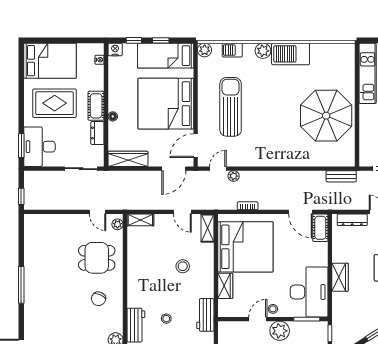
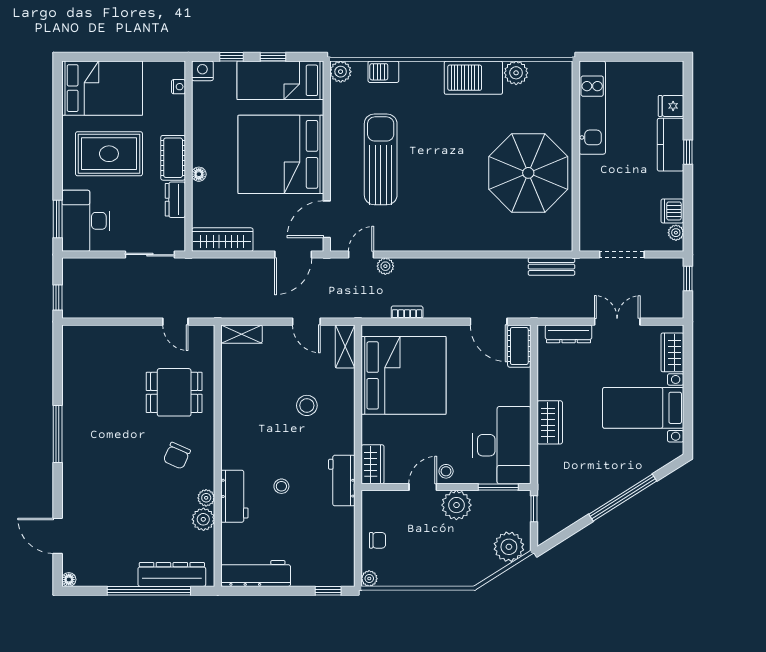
plant: (263, 51) -> (516, 73), moved
plant: (117, 224) -> (206, 498), moved
wardrobe: (225, 286) -> (373, 464), moved

